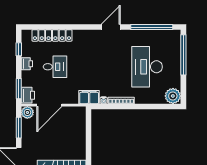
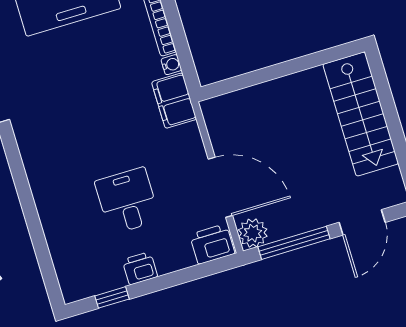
locker: (52, 35) -> (57, 230), removed
window: (19, 89) -> (204, 270), removed
window: (19, 128) -> (294, 243), width x1.44

